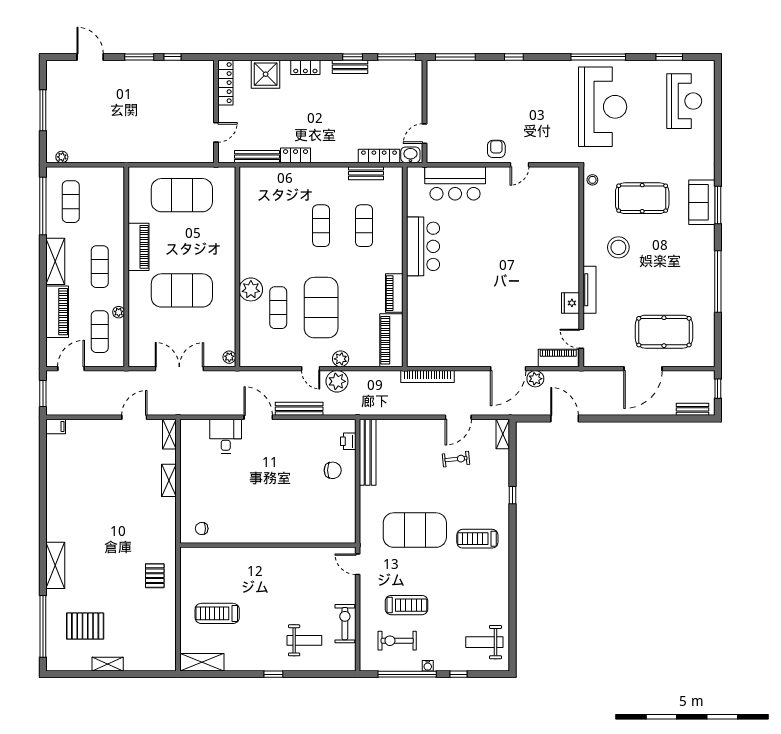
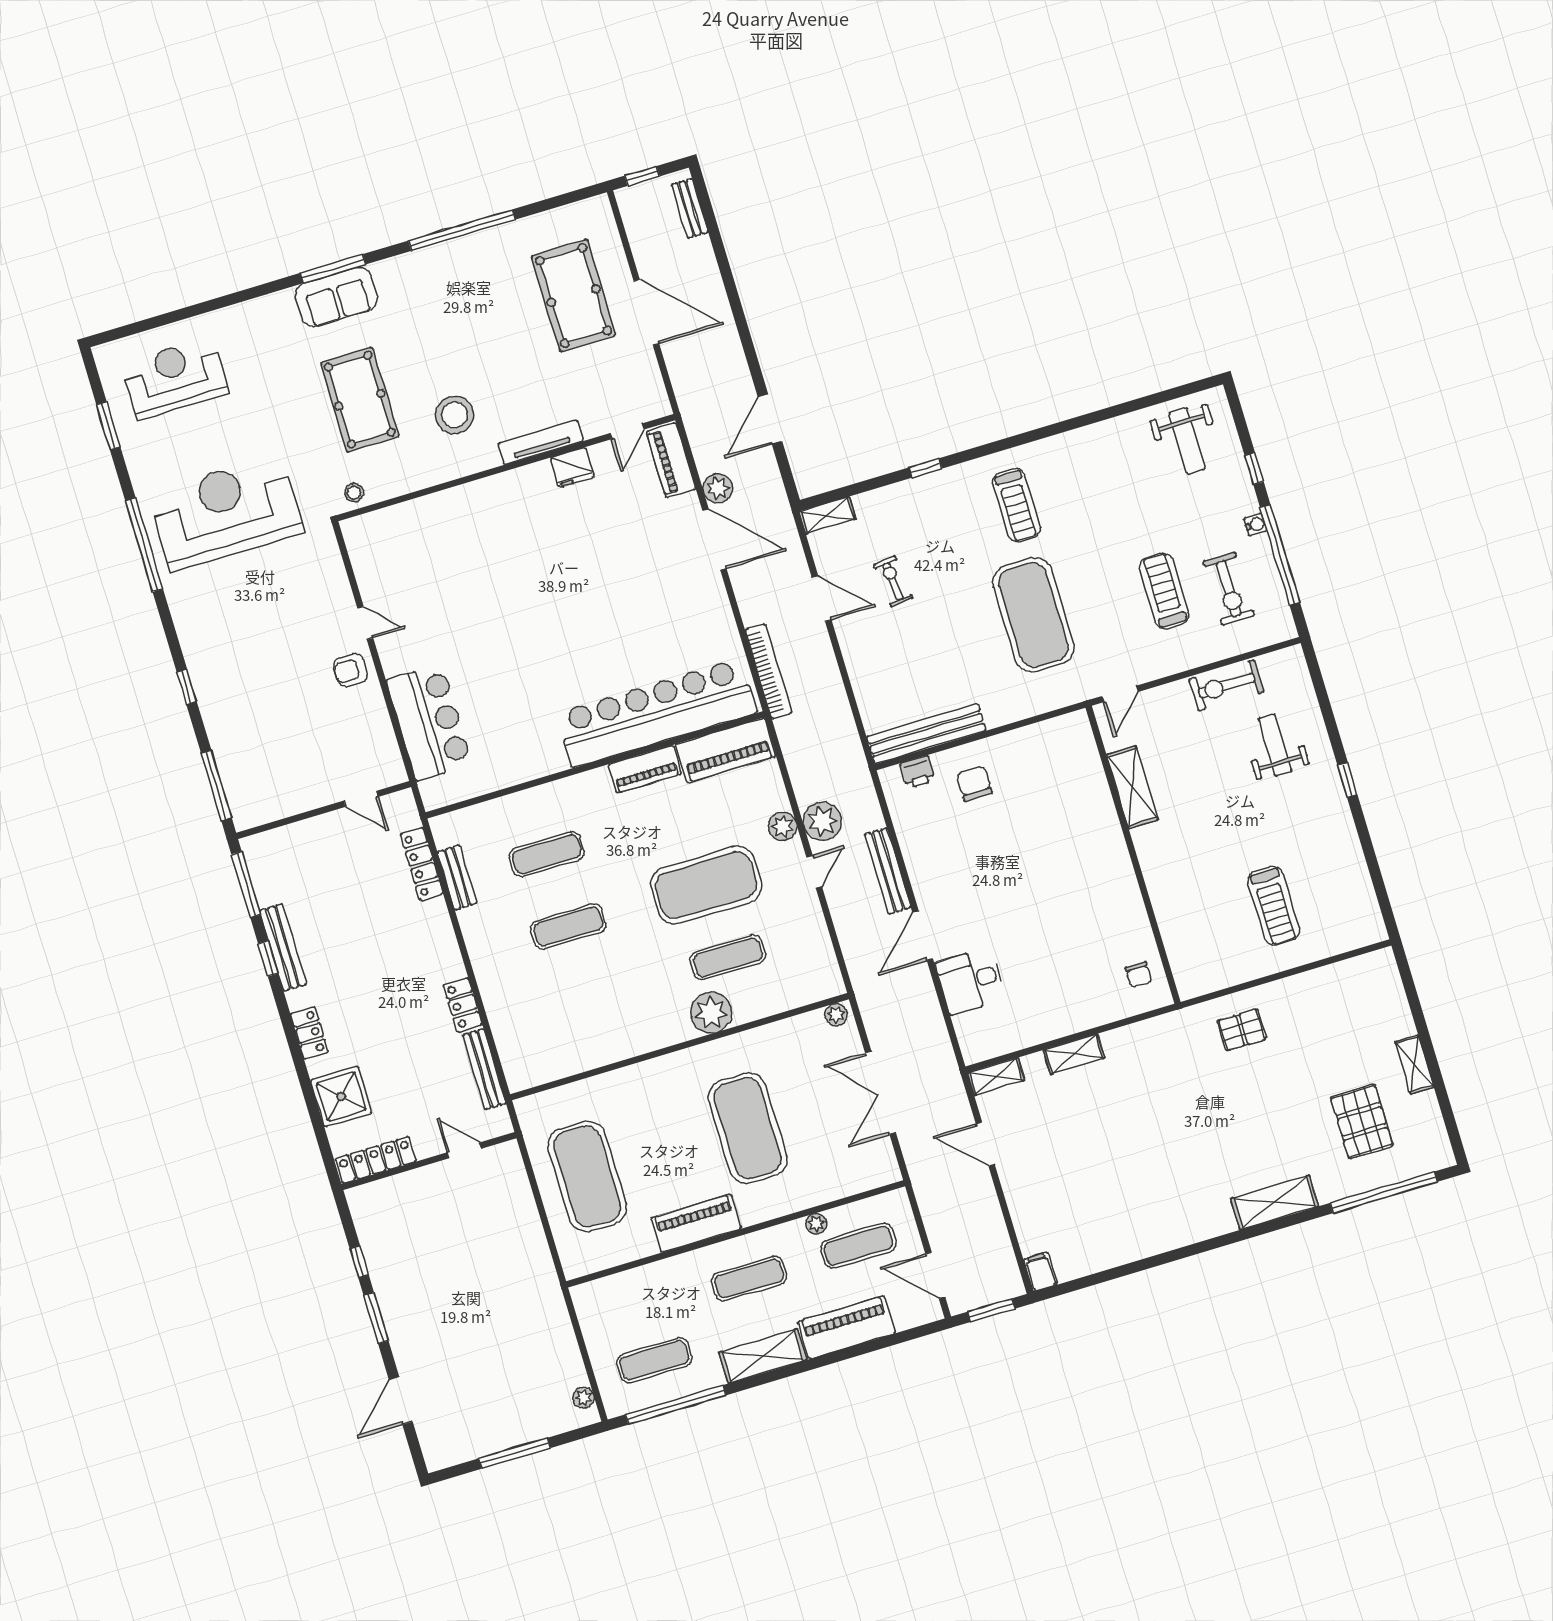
bench: (350, 67) -> (283, 947), width x1.36
washbasin: (410, 155) -> (404, 812), removed
bar counter: (423, 246) -> (656, 713), moved, width x1.86
shelving: (202, 662) -> (1132, 787), moved

